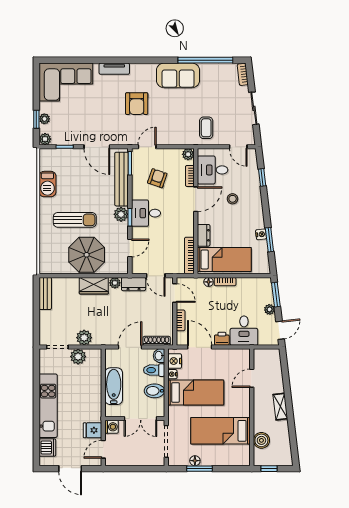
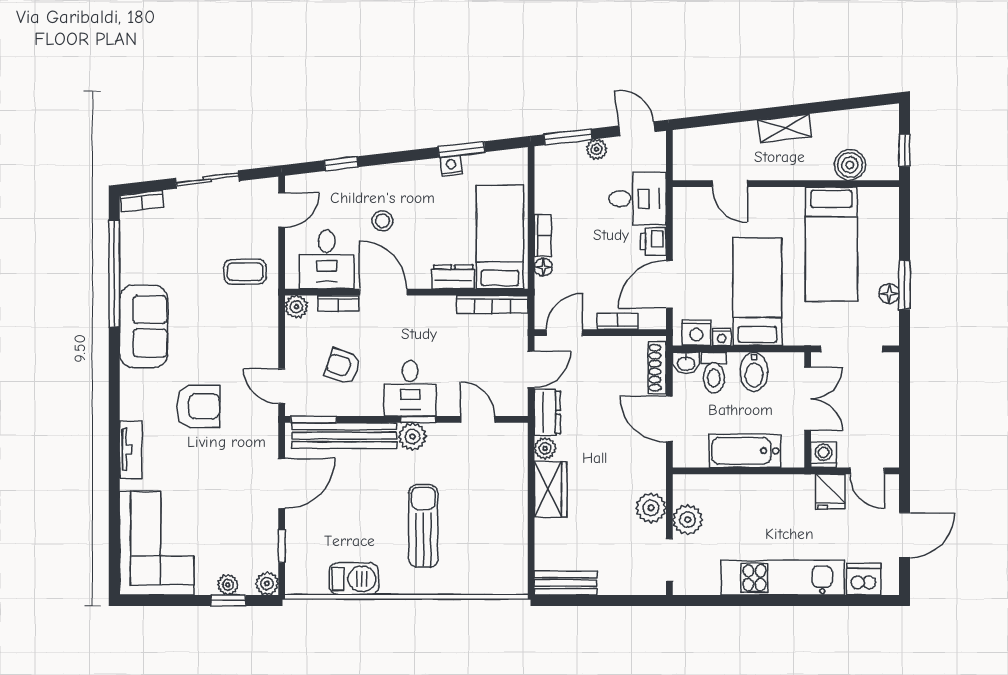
parasol: (87, 255) -> (491, 503), removed

